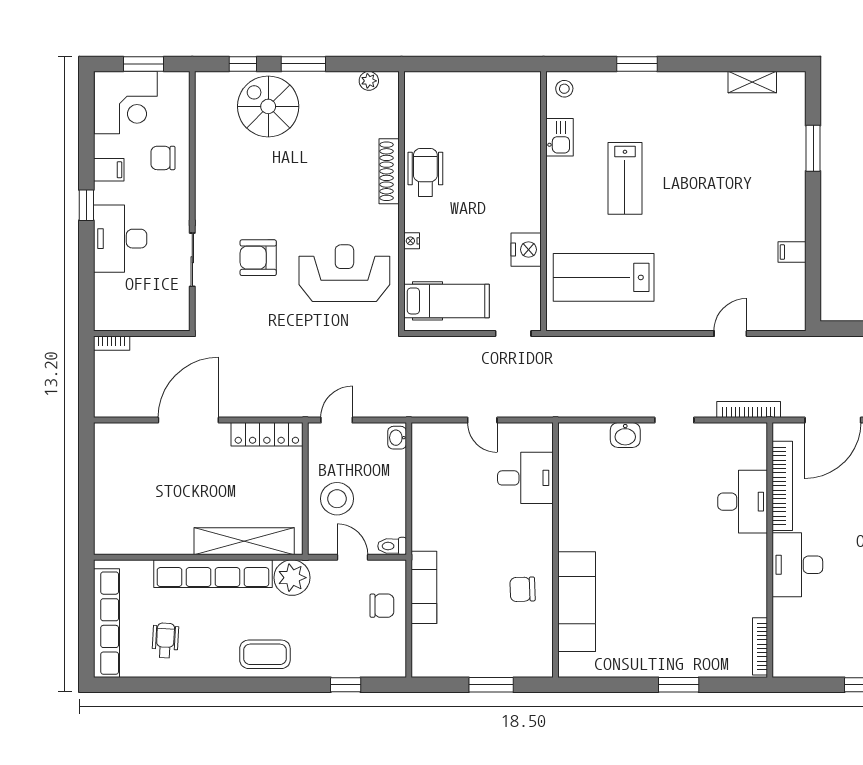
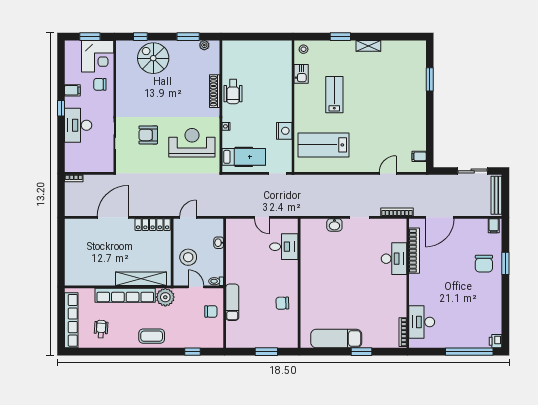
window: (303, 64) -> (188, 37), moved
shelving: (752, 82) -> (368, 46), moved
corner desk: (126, 103) -> (98, 56), moved
wheelchair: (425, 172) -> (233, 92), turned 180
lab bench: (625, 178) -> (334, 95), turned 180
filing cabinet: (792, 252) -> (419, 156), moved
washbasin: (397, 438) -> (219, 243), moved
desk: (797, 565) -> (422, 322), moved
exam couch: (577, 602) -> (336, 338), moved, turned -90

